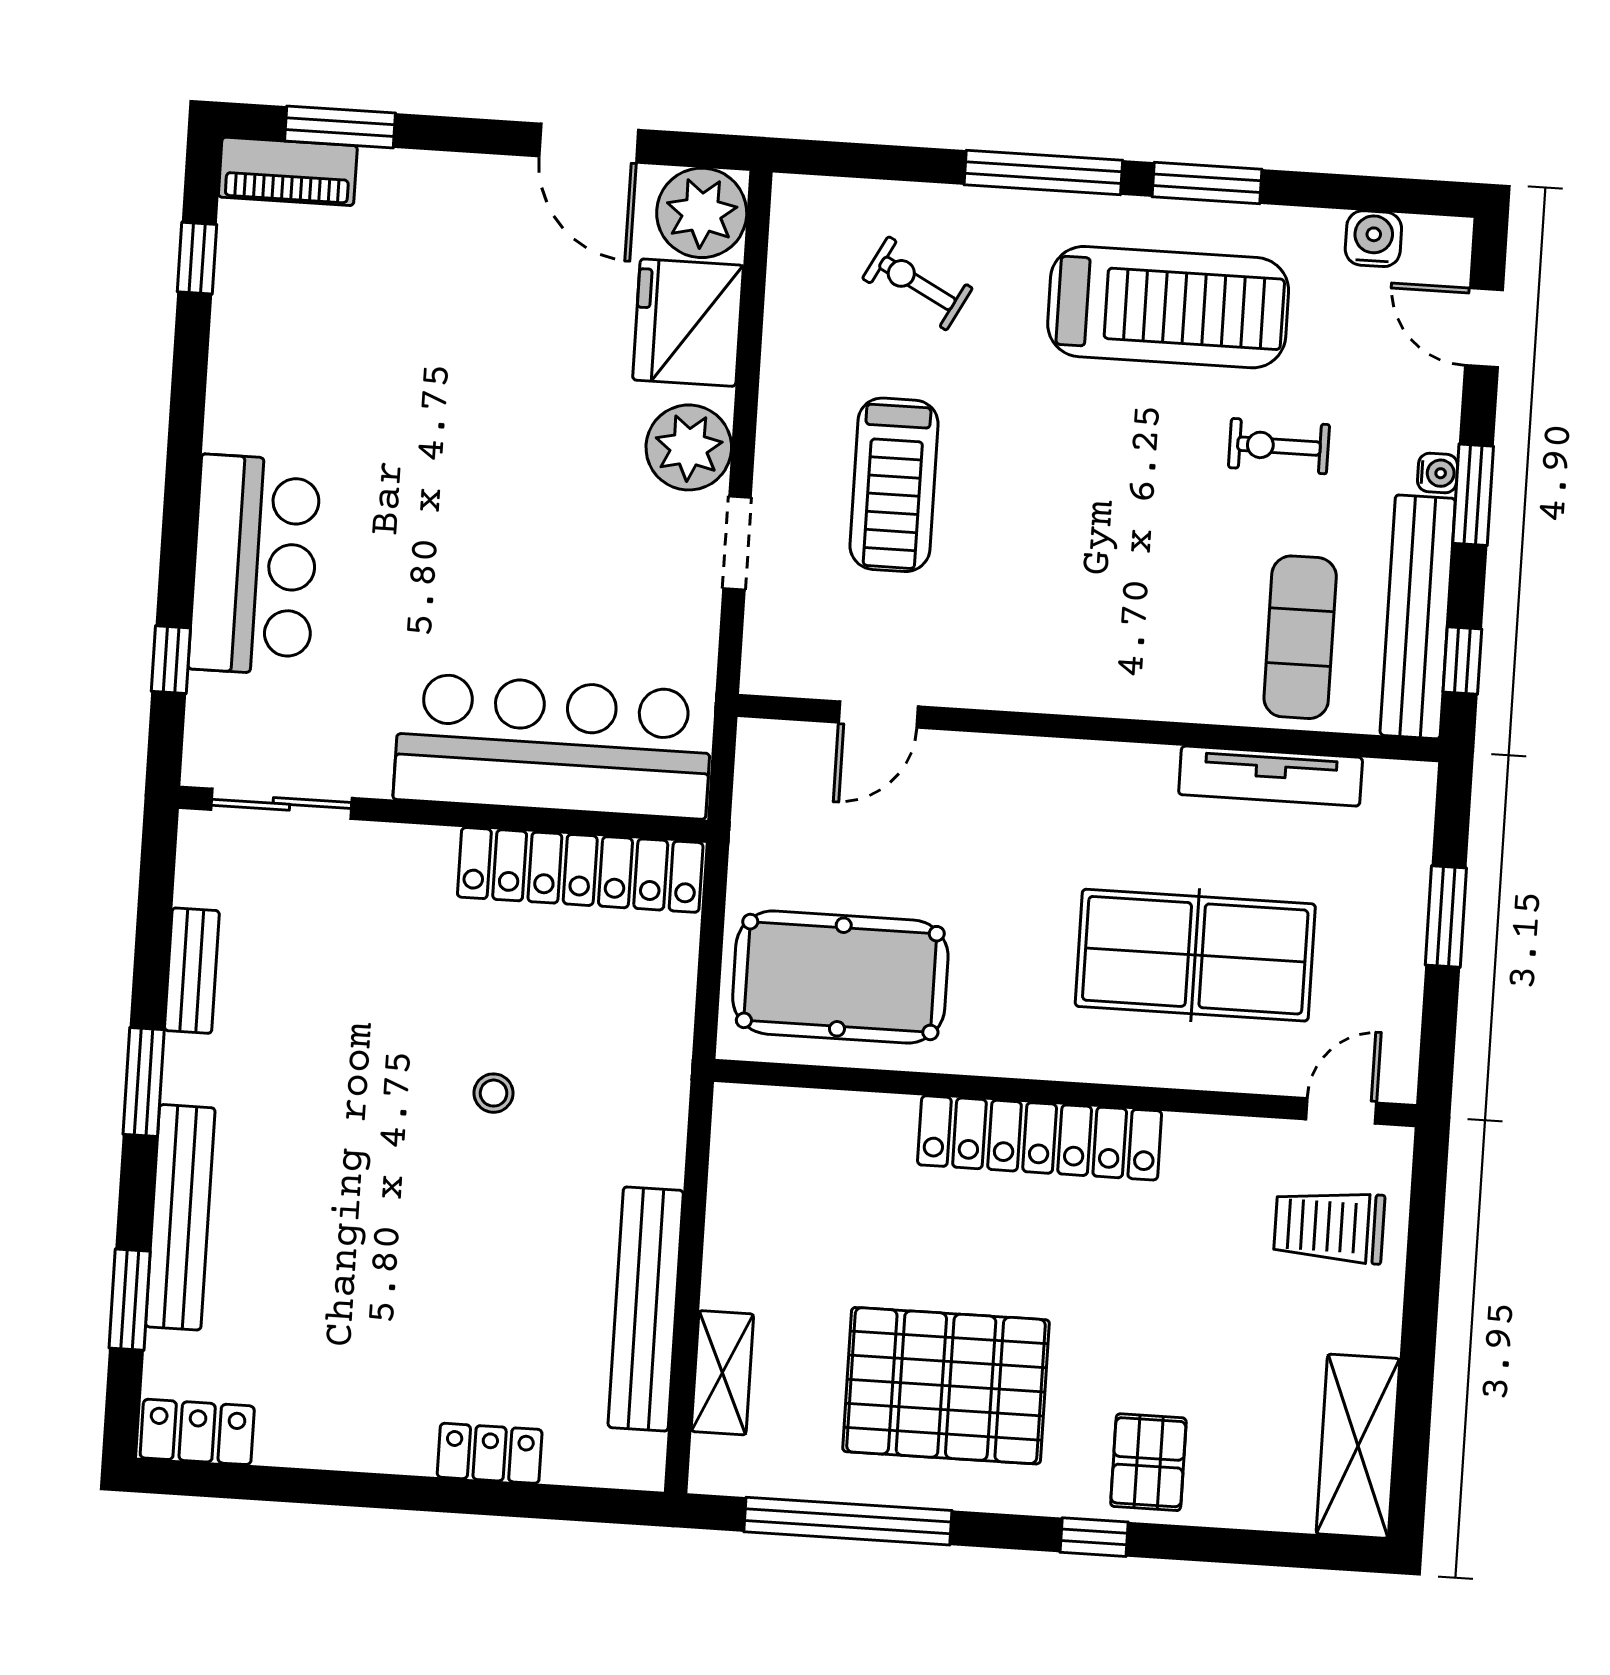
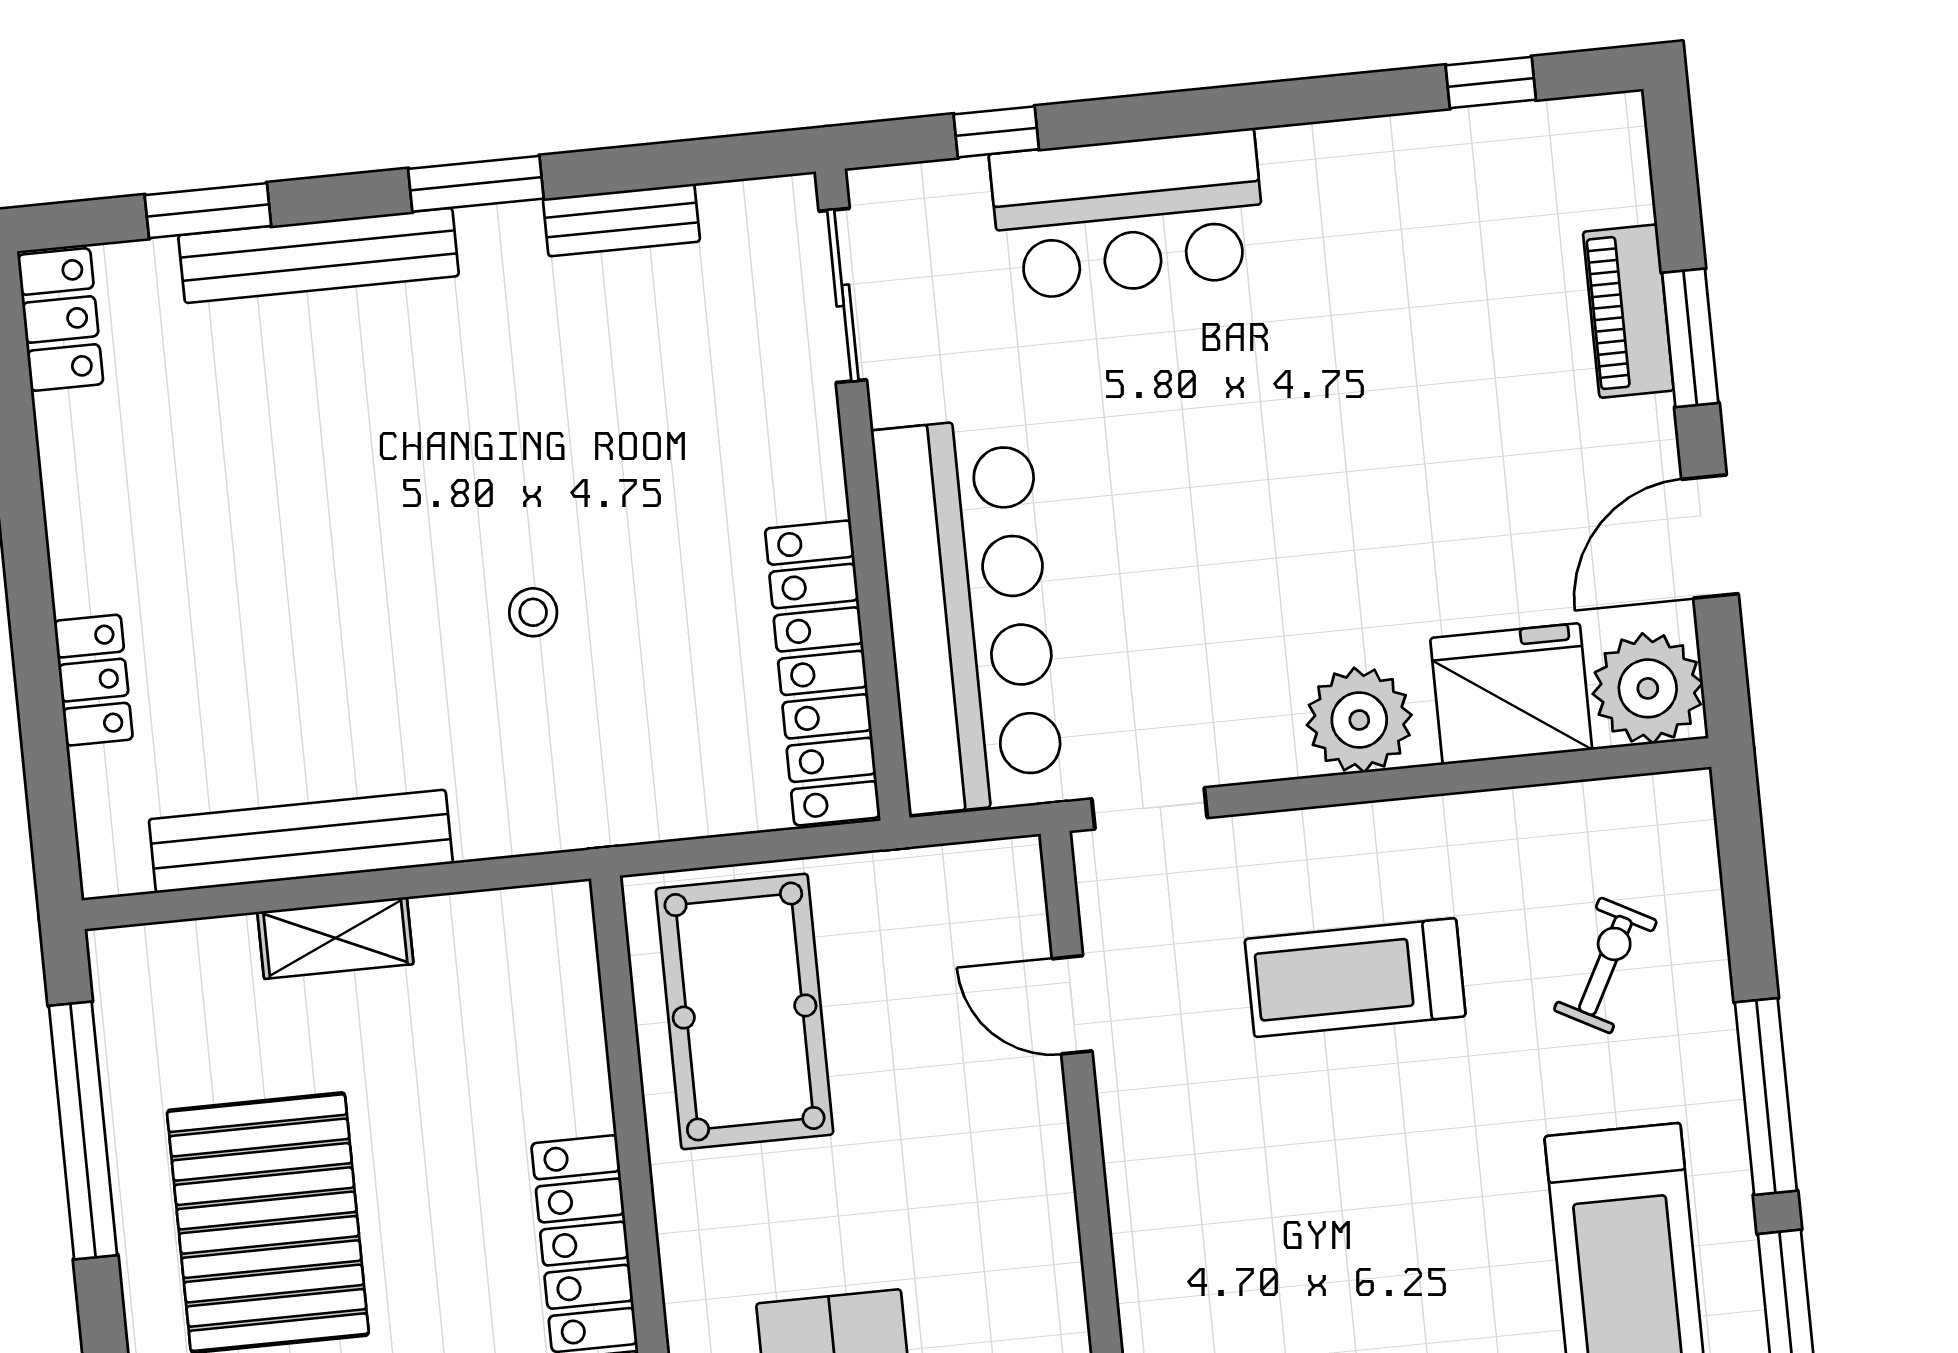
window: (340, 127) -> (1690, 338), moved
piano: (288, 171) -> (1628, 311), moved
doorway: (737, 543) -> (1150, 808), moved
shelving: (722, 1373) -> (335, 938), moved

